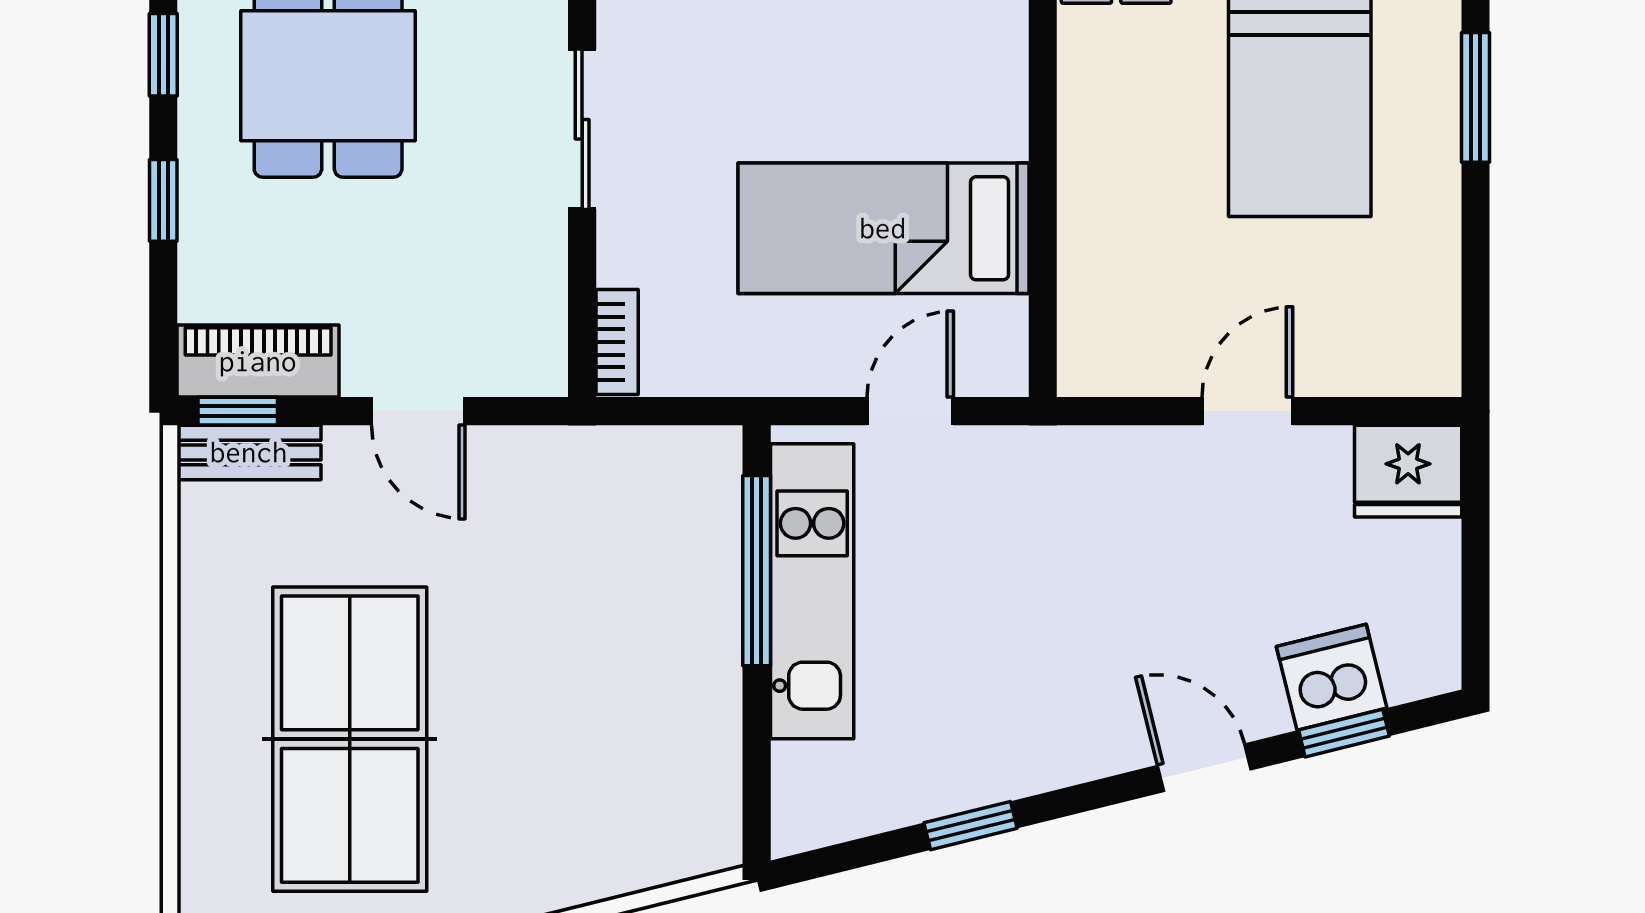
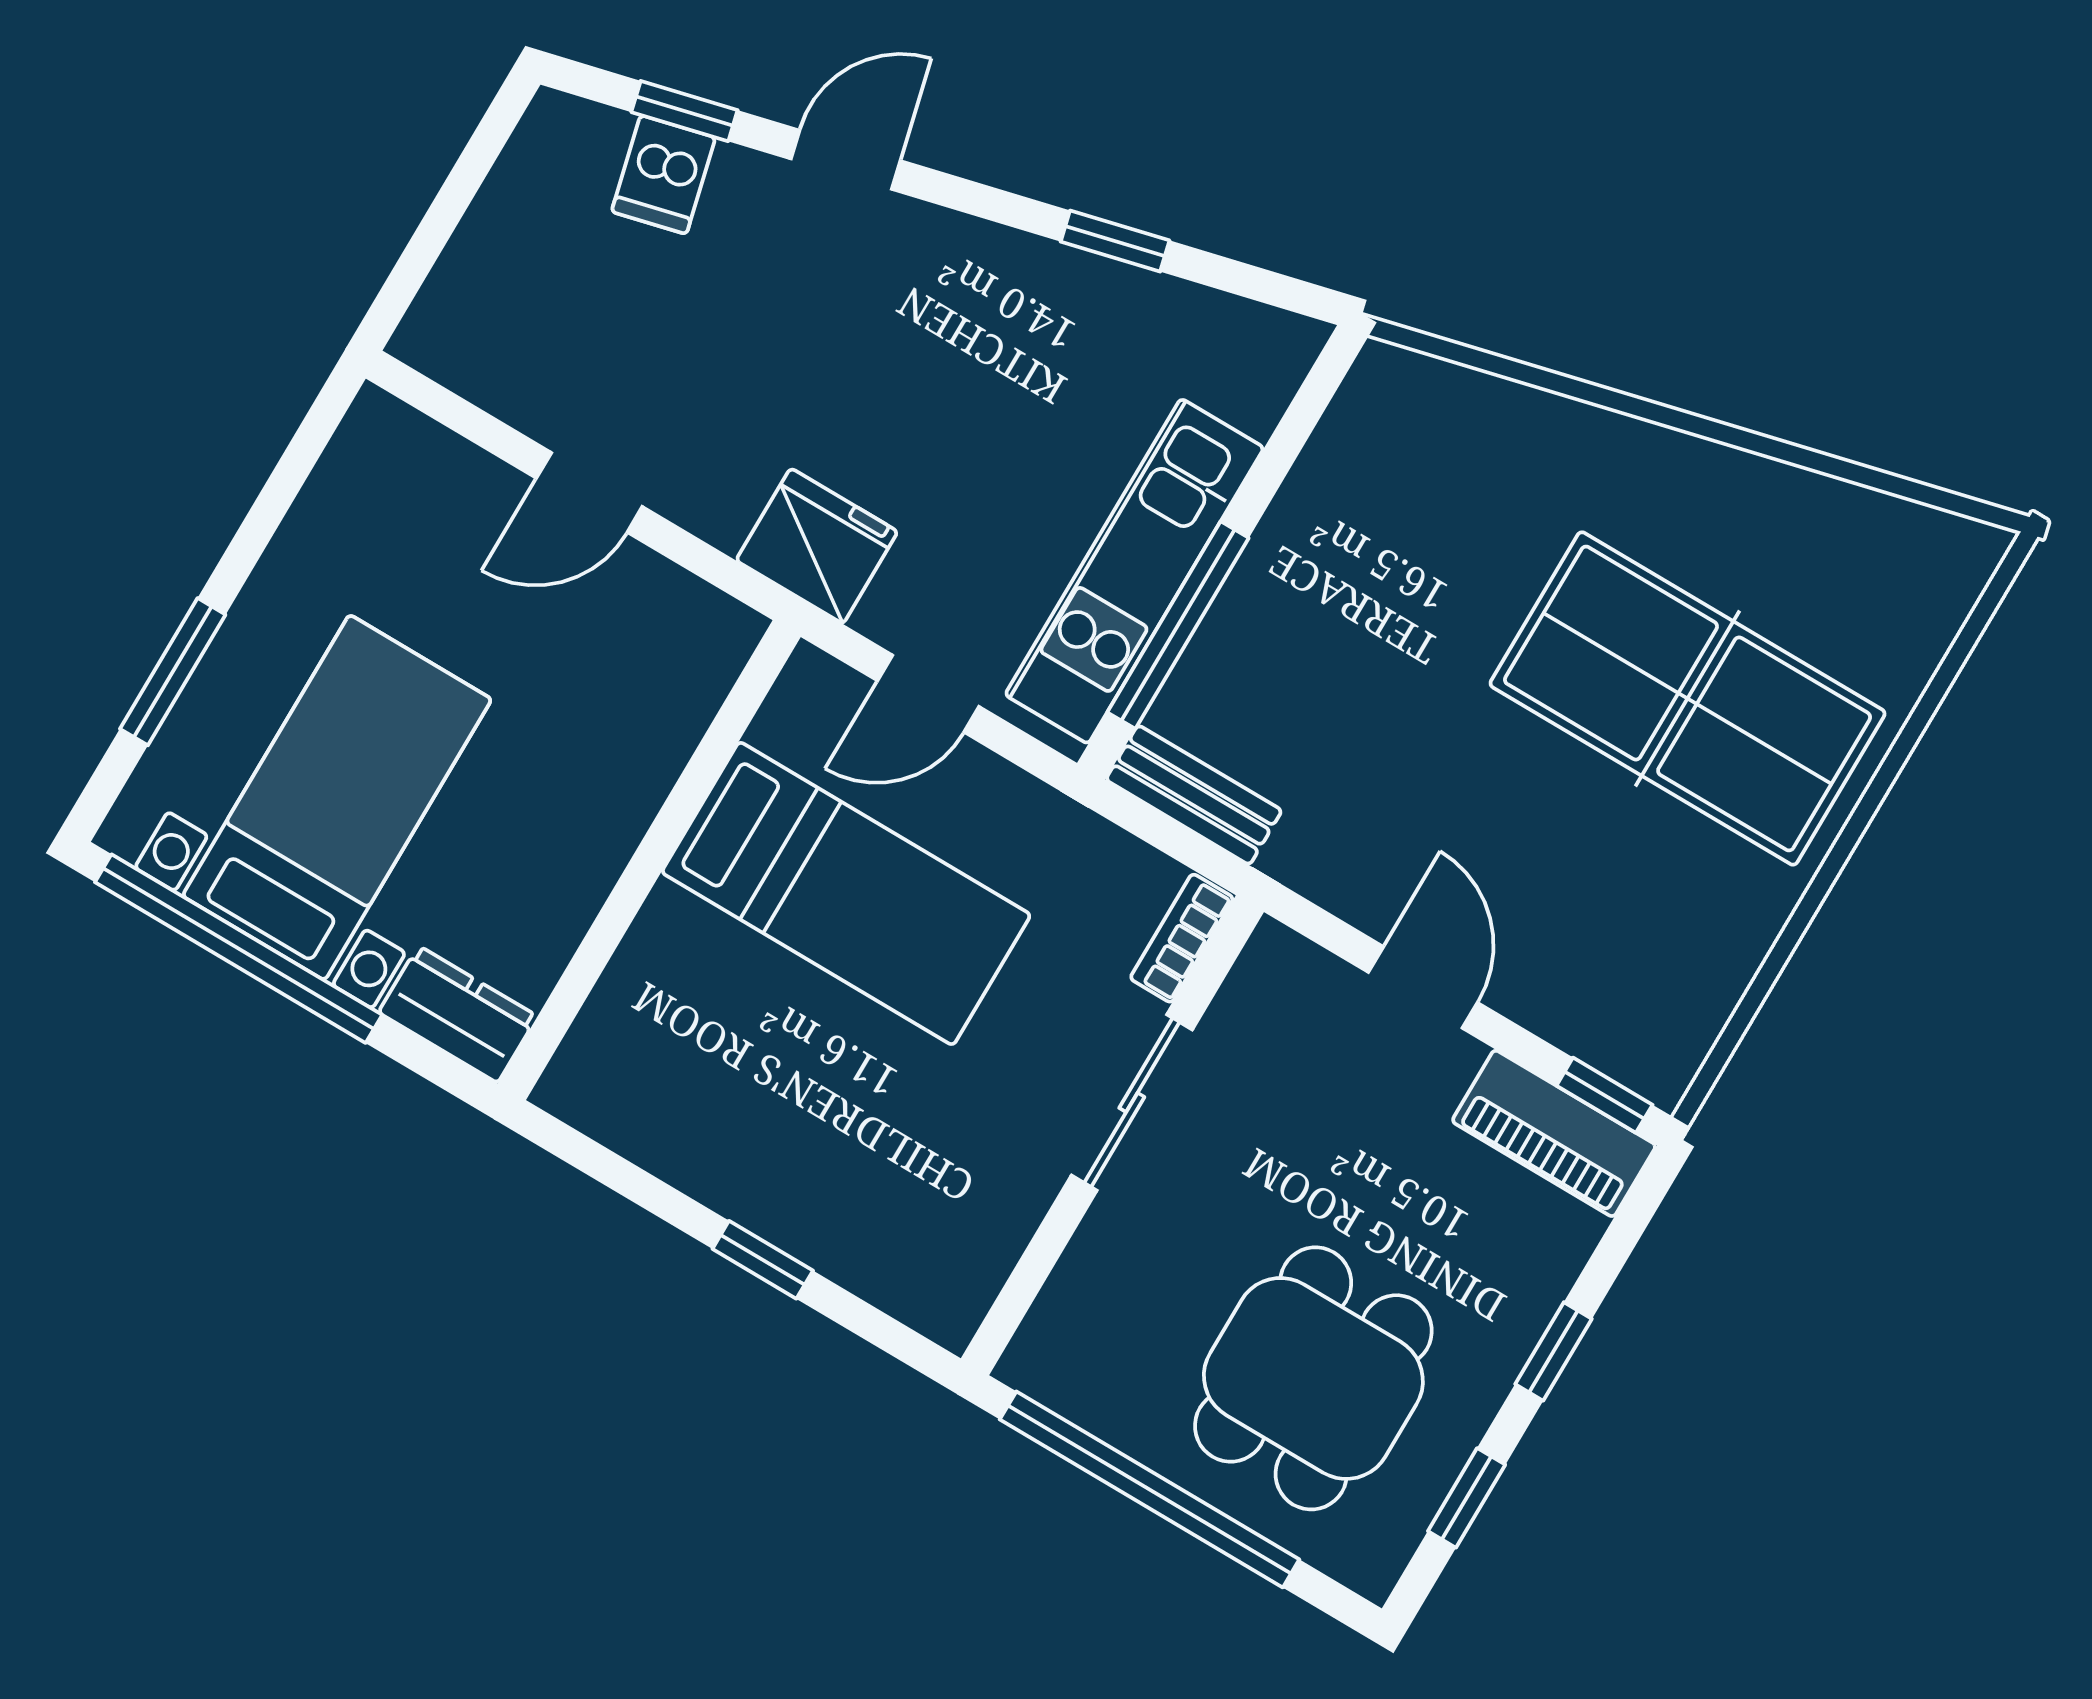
sliding door: (582, 129) -> (1132, 1102), moved
bench: (249, 452) -> (1194, 795), moved
fridge: (1408, 471) -> (817, 546), moved
dishwasher: (1332, 677) -> (663, 175), width x0.73
table tennis table: (350, 739) -> (1688, 698), turned 90
door: (1204, 768) -> (846, 160), swing flipped

